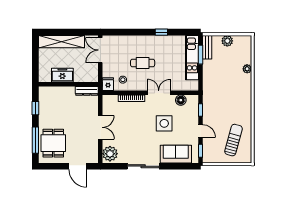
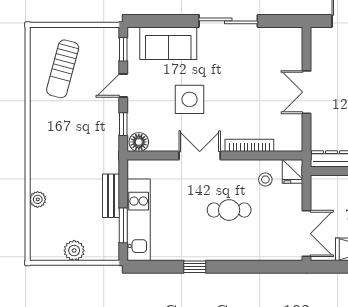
bench: (207, 47) -> (111, 196), moved
double door: (159, 93) -> (200, 155), swing flipped
floor lamp: (181, 100) -> (139, 142), moved
door: (200, 131) -> (123, 85), hinge flipped
plant: (110, 154) -> (289, 44), removed

